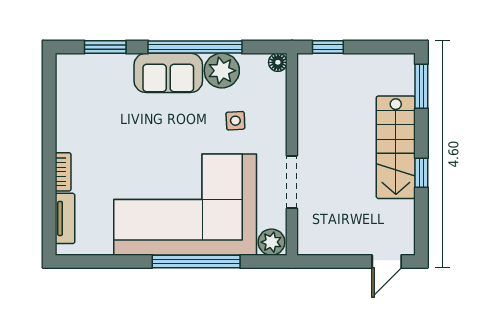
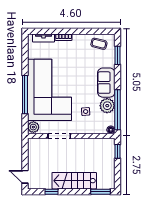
window: (195, 47) -> (117, 110), moved
coffee table: (78, 90) -> (99, 44), added
window: (421, 173) -> (51, 192), moved

